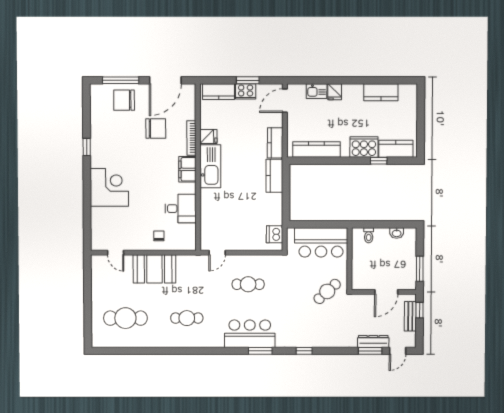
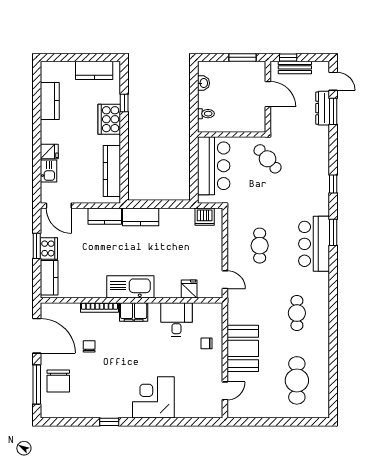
chair: (156, 128) -> (89, 346), width x0.54, depth x0.54
fridge: (208, 137) -> (189, 289), moved
kitchen counter: (396, 149) -> (94, 70), moved, turned -90

